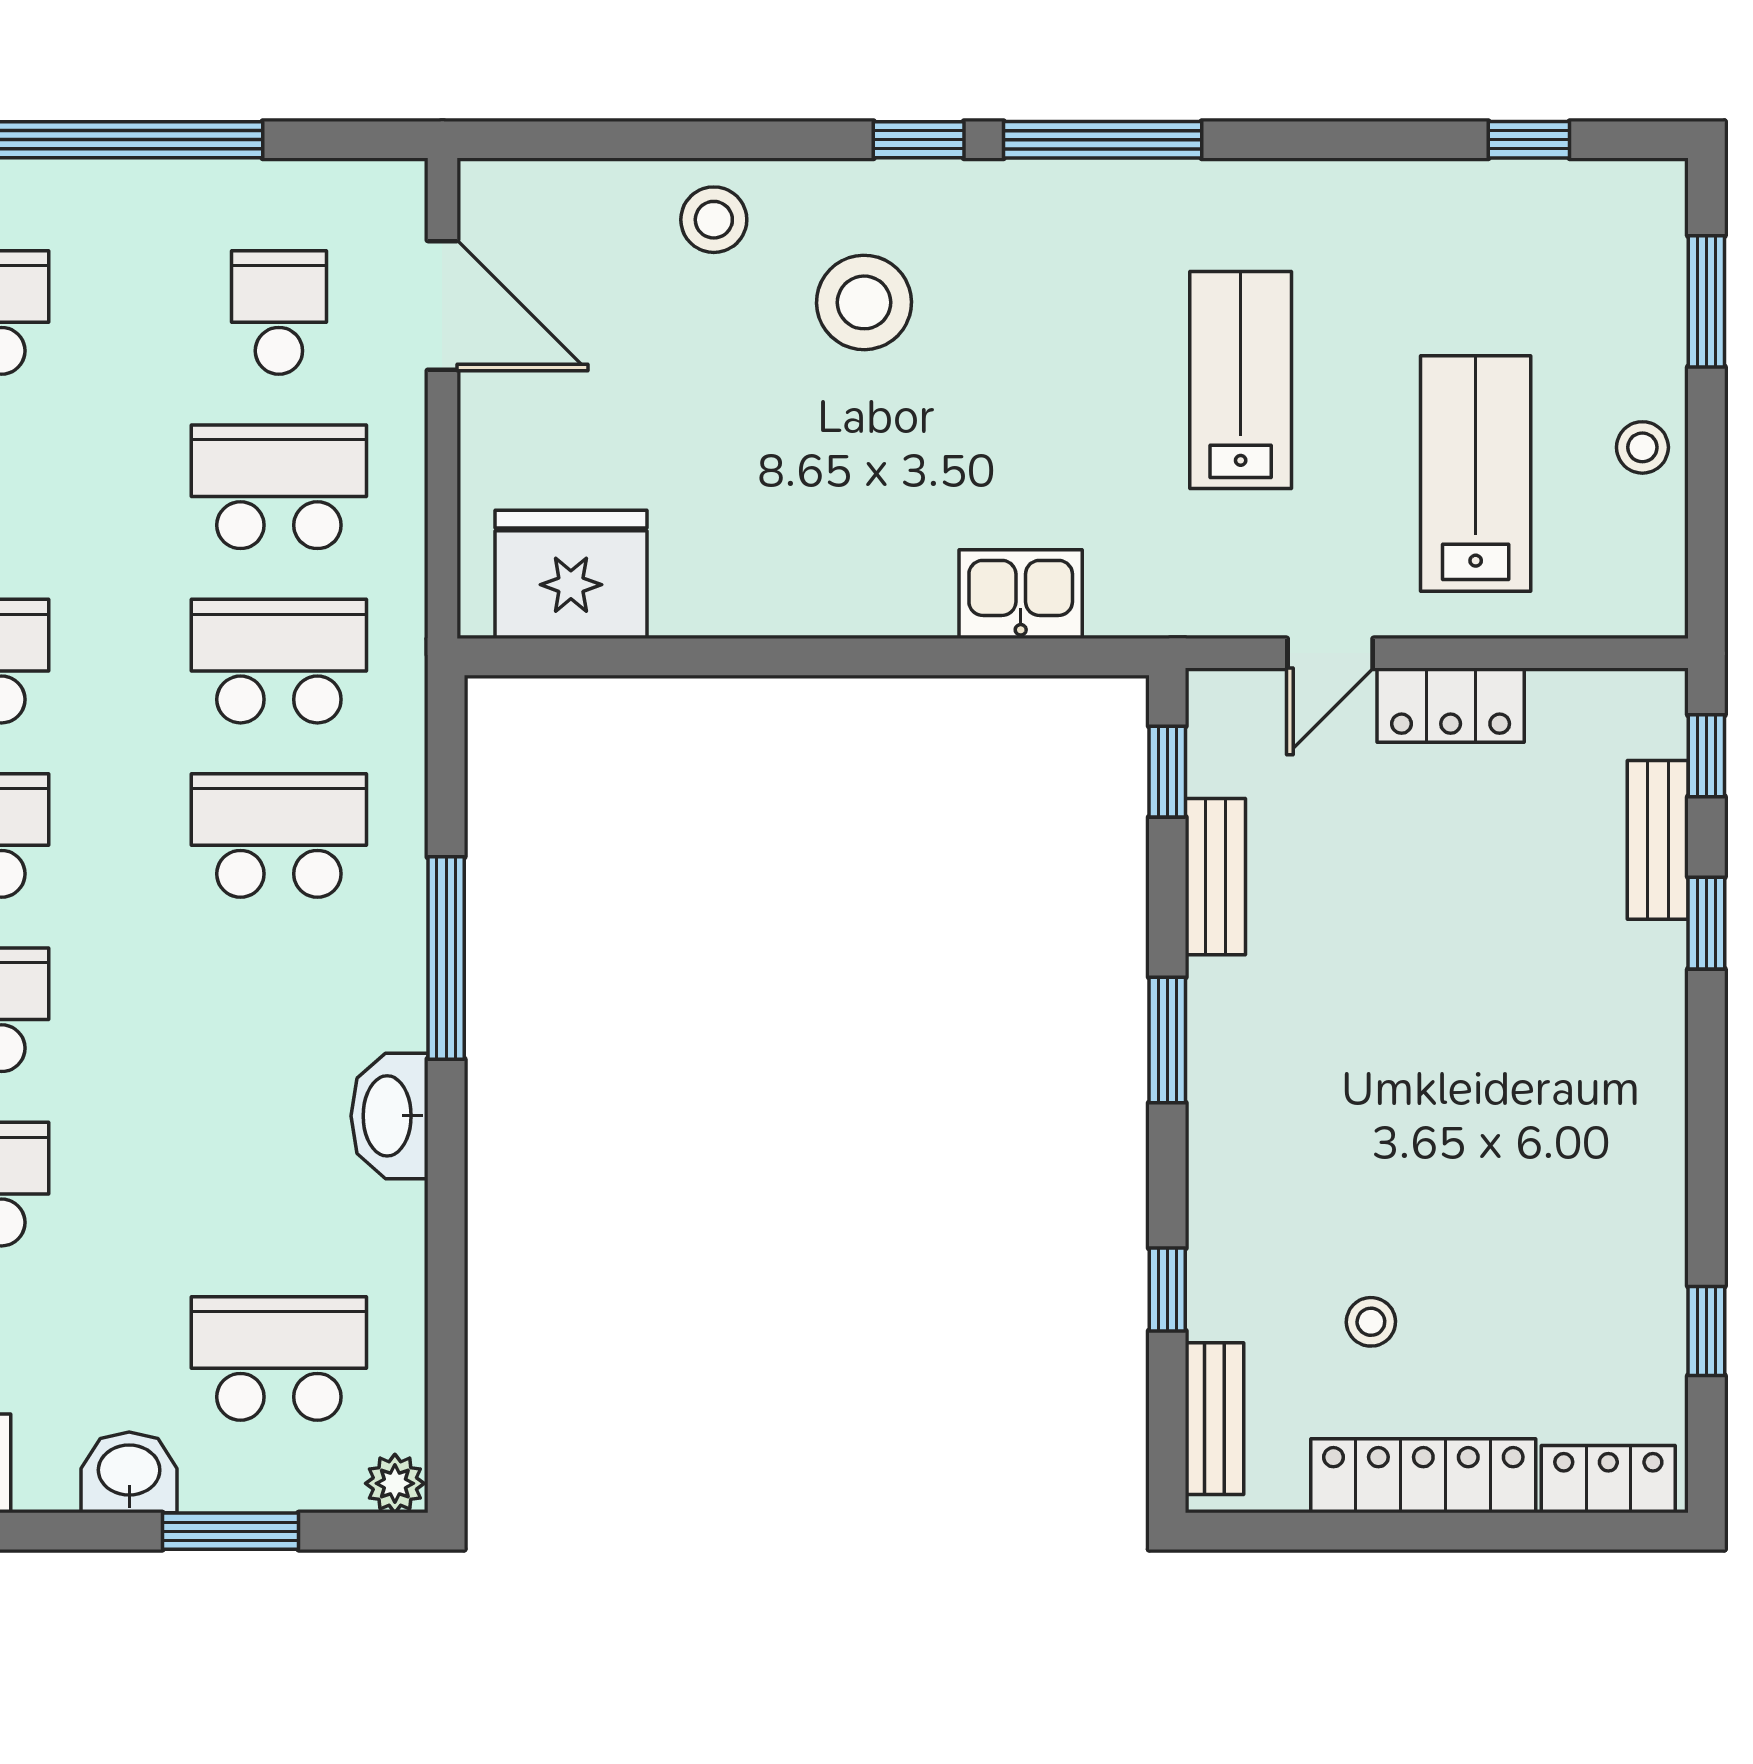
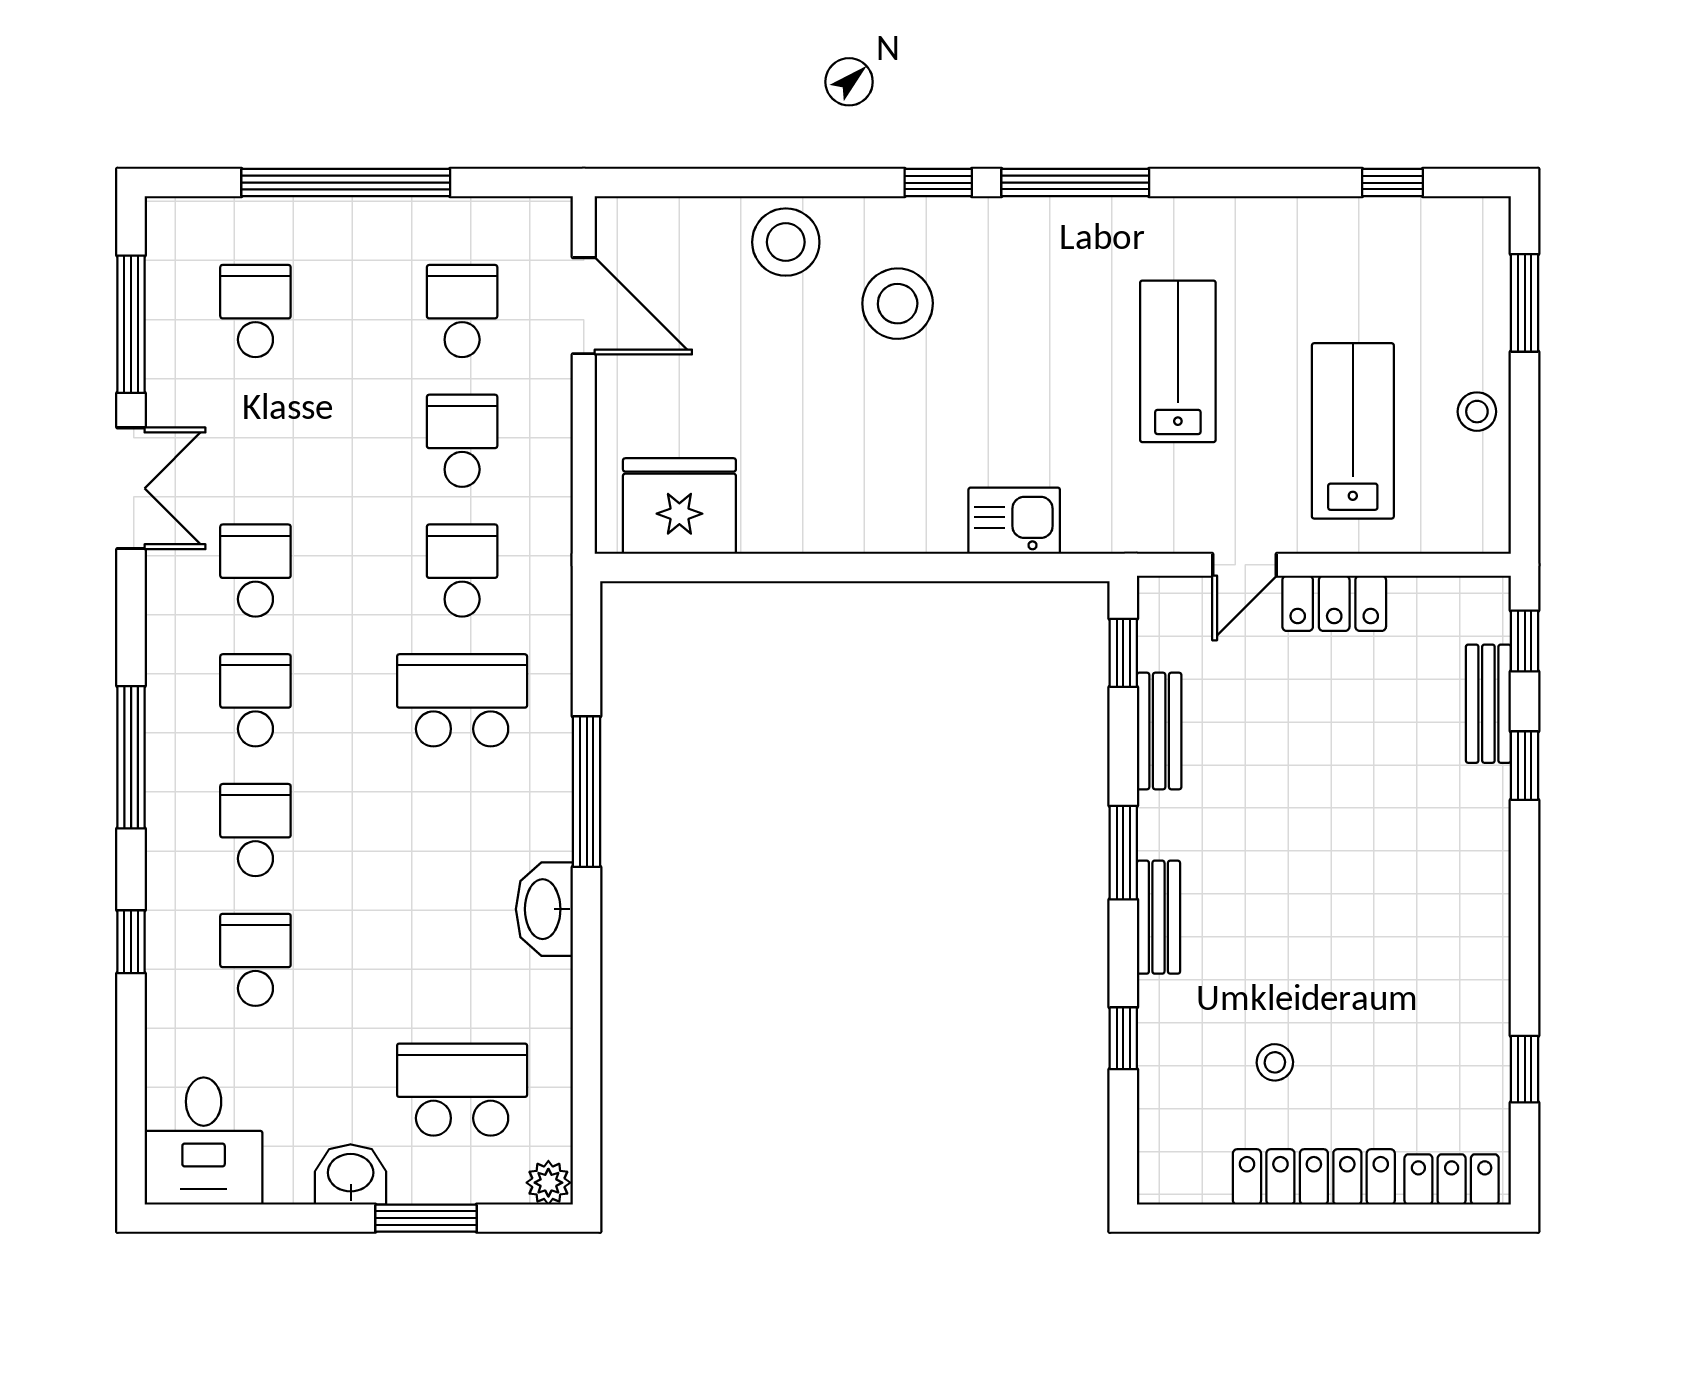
stool: (714, 220) -> (786, 242), width x1.38, depth x1.38
school desk: (279, 487) -> (462, 441), width x0.54
school desk: (279, 661) -> (462, 571), width x0.54
bench: (1215, 1419) -> (1158, 917), moved

